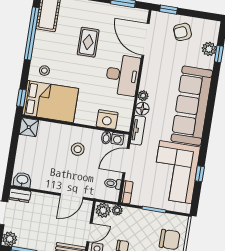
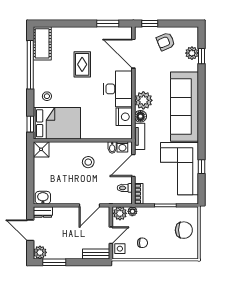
plant: (143, 96) -> (143, 100), width x1.88, depth x1.88
nightstand: (107, 119) -> (124, 117), moved, turned -90

